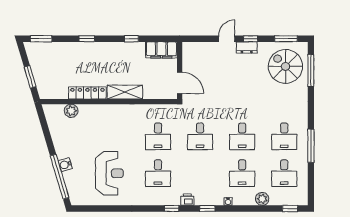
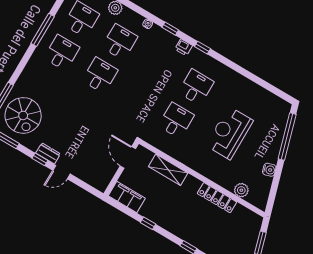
shelving: (125, 92) -> (168, 170), moved
desk: (200, 136) -> (138, 98), removed
water cooler: (65, 165) -> (269, 170), moved
reception desk: (109, 173) -> (229, 133), moved

